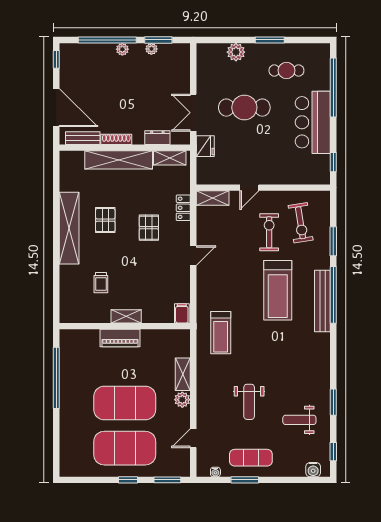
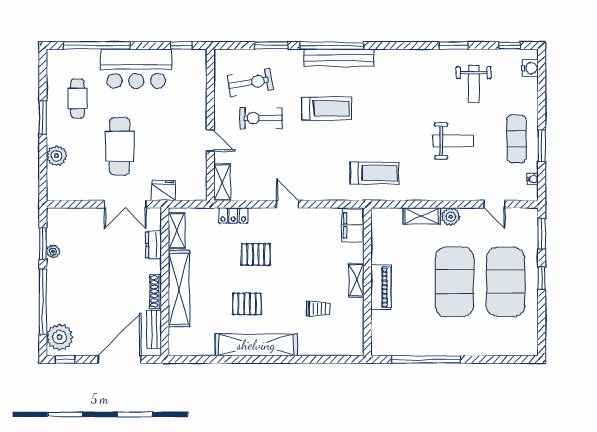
plant: (122, 49) -> (60, 337), moved, width x1.87, depth x1.87
treadmill: (278, 290) -> (327, 108), width x0.73, depth x0.73
filing cabinet: (182, 313) -> (353, 225), width x2.00

